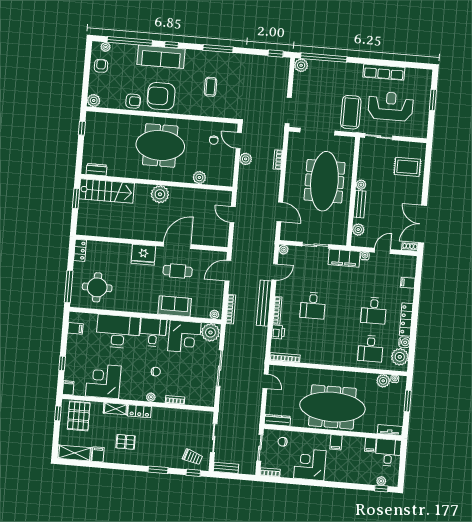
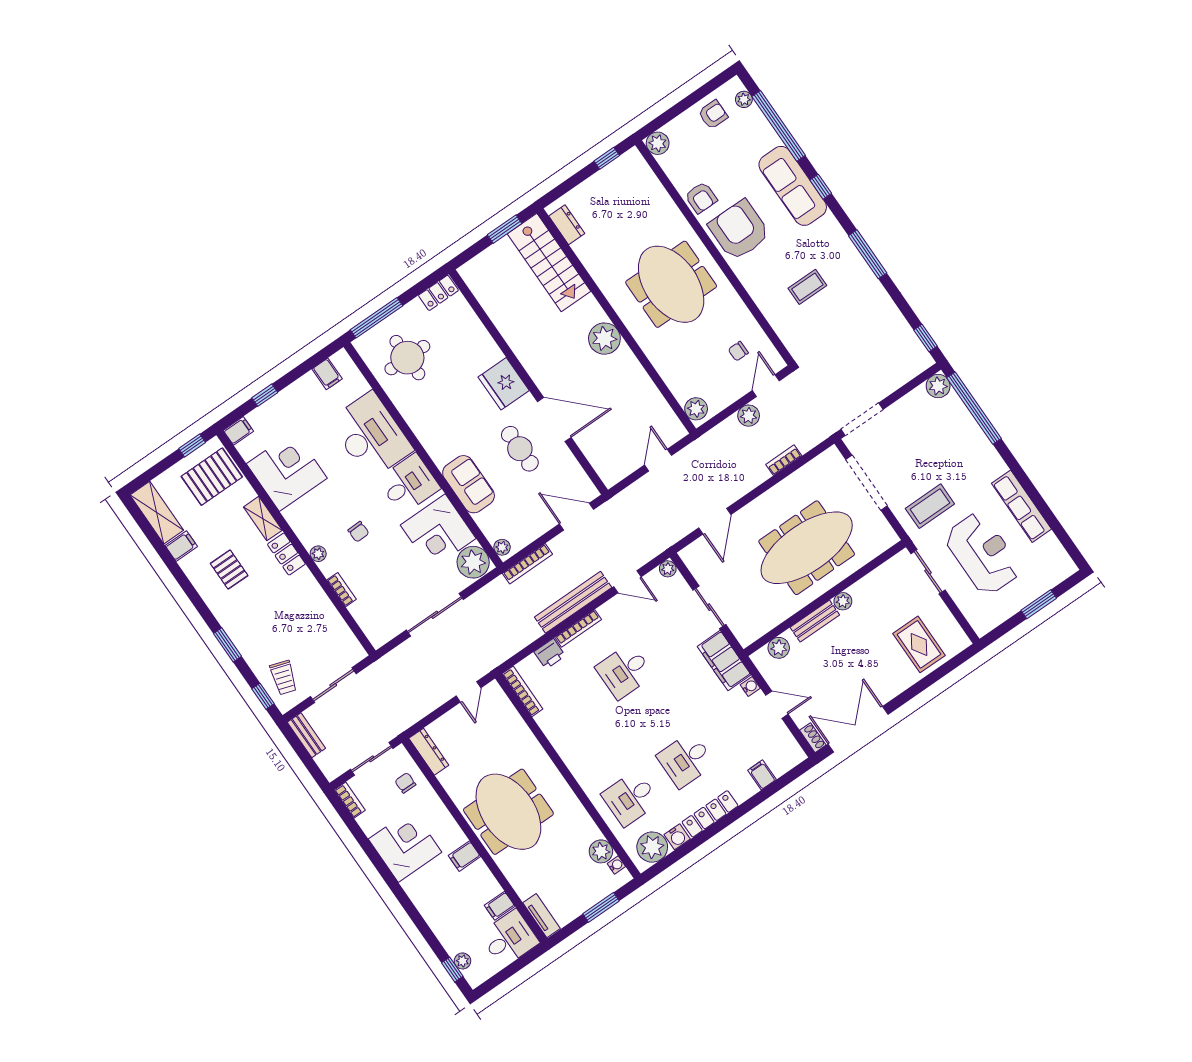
coffee table: (351, 112) -> (930, 506), width x0.73, depth x0.76
plant: (199, 177) -> (696, 409), moved
meeting table: (332, 407) -> (508, 812), width x0.73

